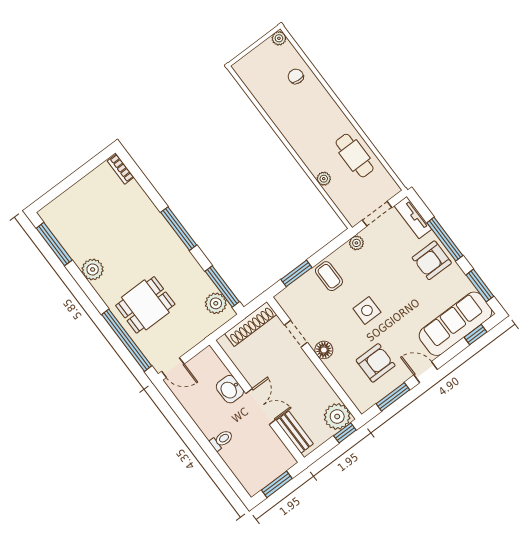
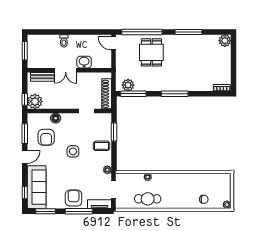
window: (54, 244) -> (189, 32), moved
plant: (93, 269) -> (225, 41), moved
floor lamp: (324, 350) -> (56, 118), moved
door: (173, 368) -> (113, 43), hinge flipped

